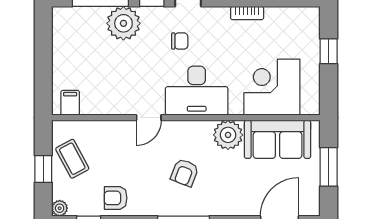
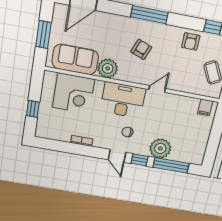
armchair: (116, 198) -> (191, 42), turned 90

